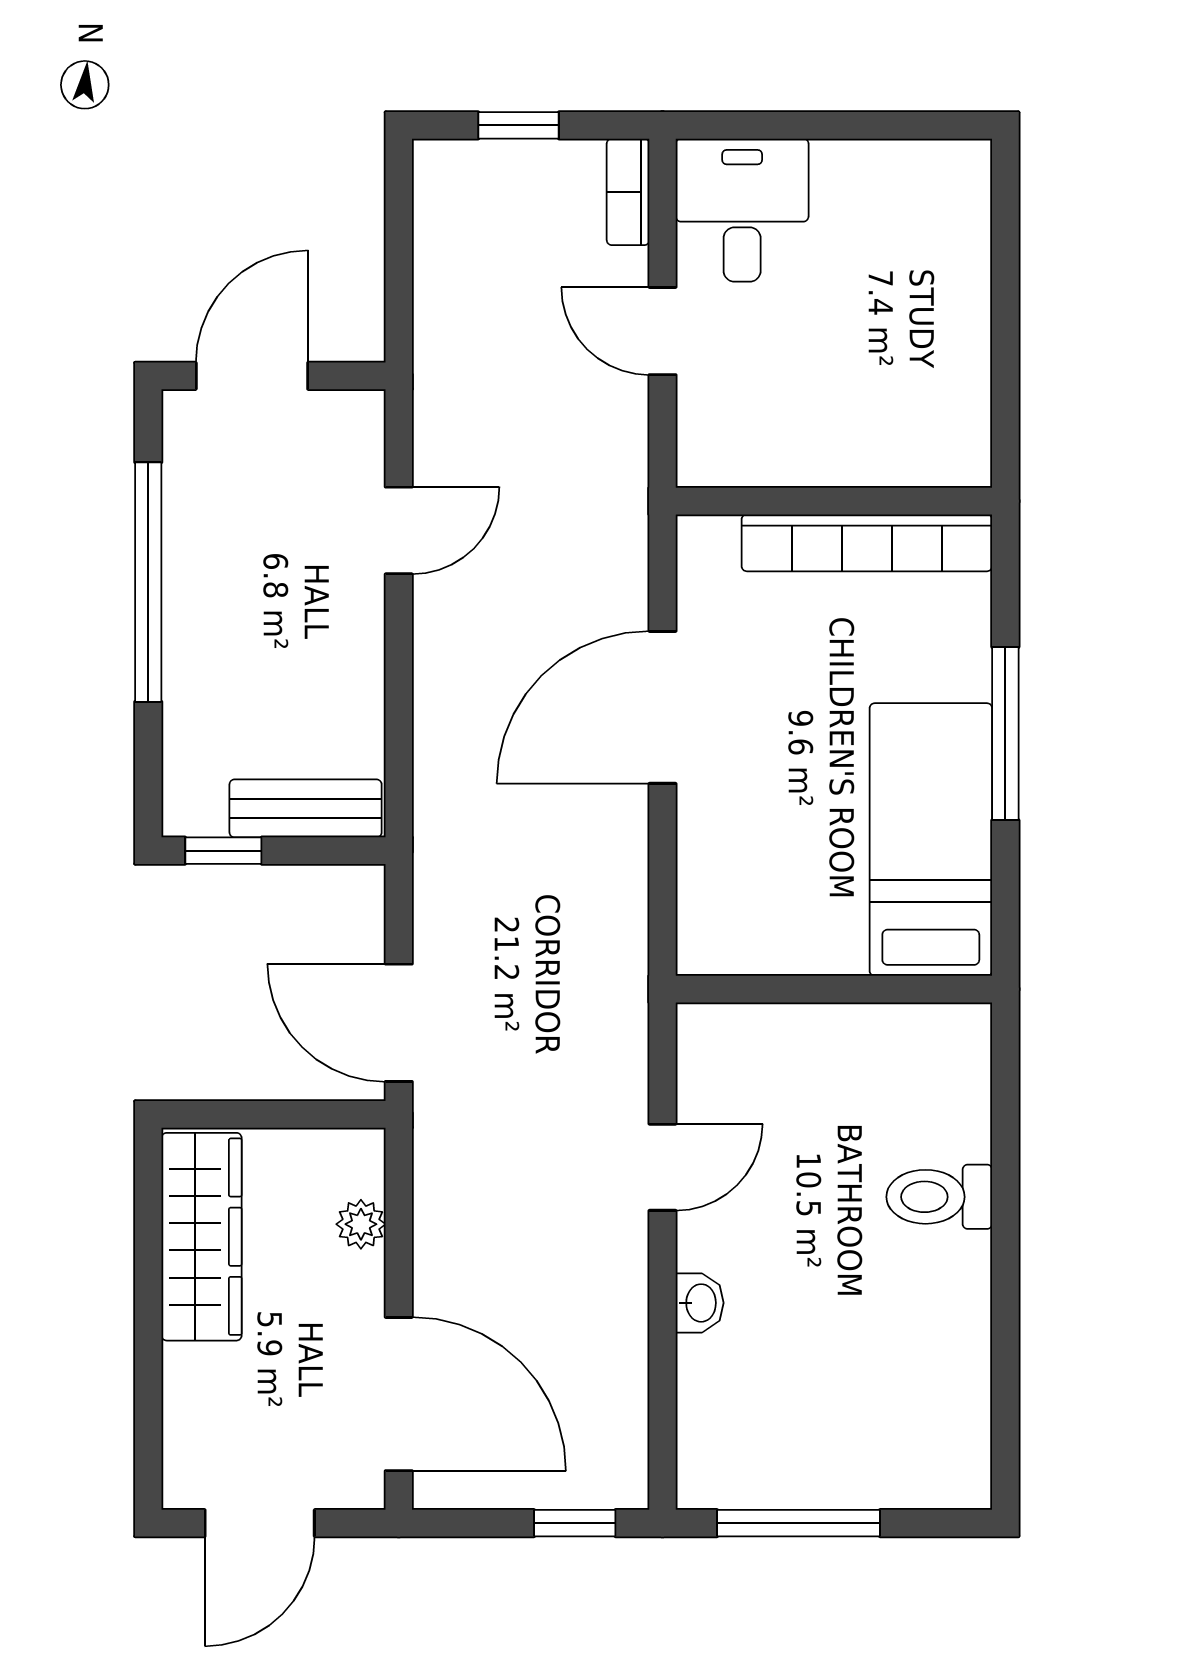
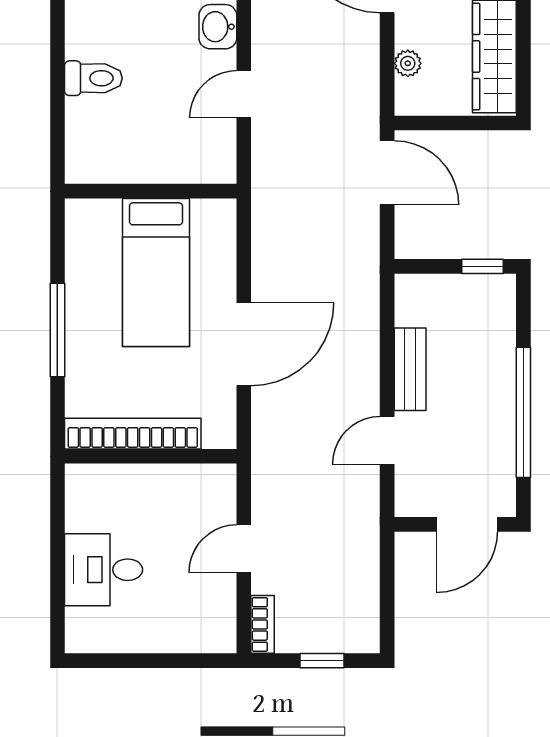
desk: (742, 210) -> (104, 570), moved, turned 90
door: (663, 331) -> (244, 549), swing flipped
bench: (306, 808) -> (410, 369), moved, turned 90
bed: (931, 840) -> (156, 272), moved
washbasin: (700, 1303) -> (218, 27), width x1.38, depth x1.45

